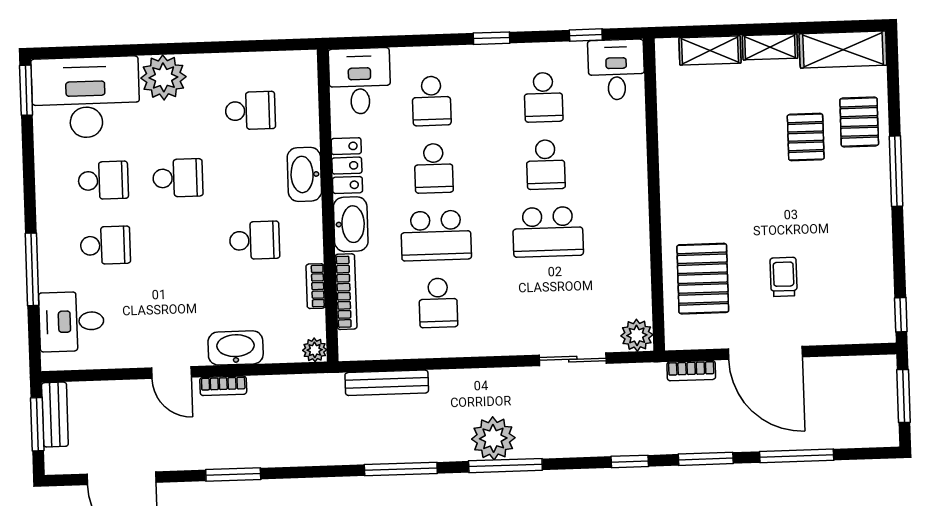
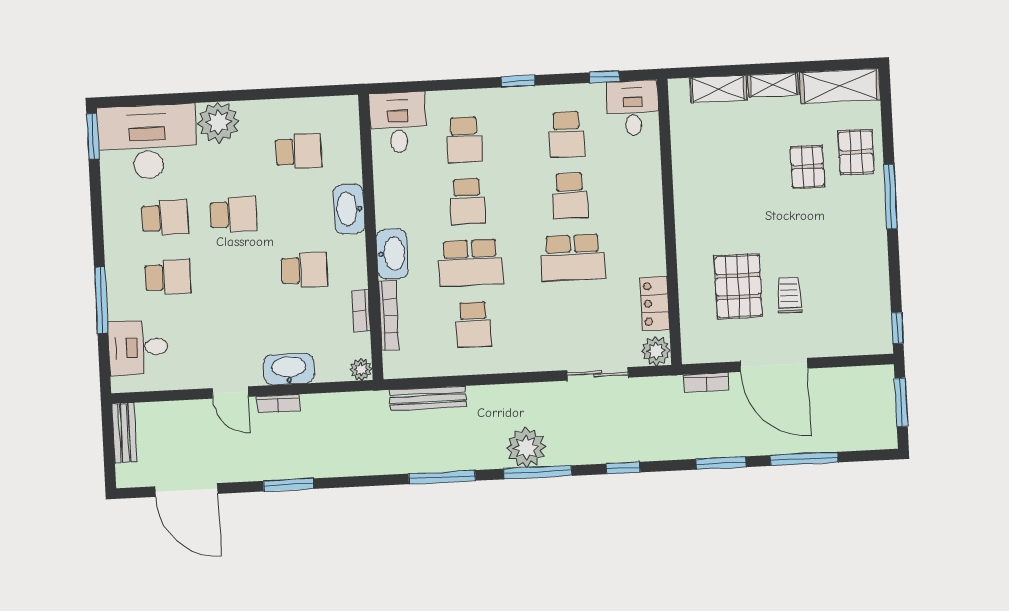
locker: (347, 166) -> (655, 304), moved, turned 180
pallet: (703, 279) -> (738, 286), moved
window: (37, 424) -> (108, 442), removed
window: (630, 461) -> (623, 468), moved

